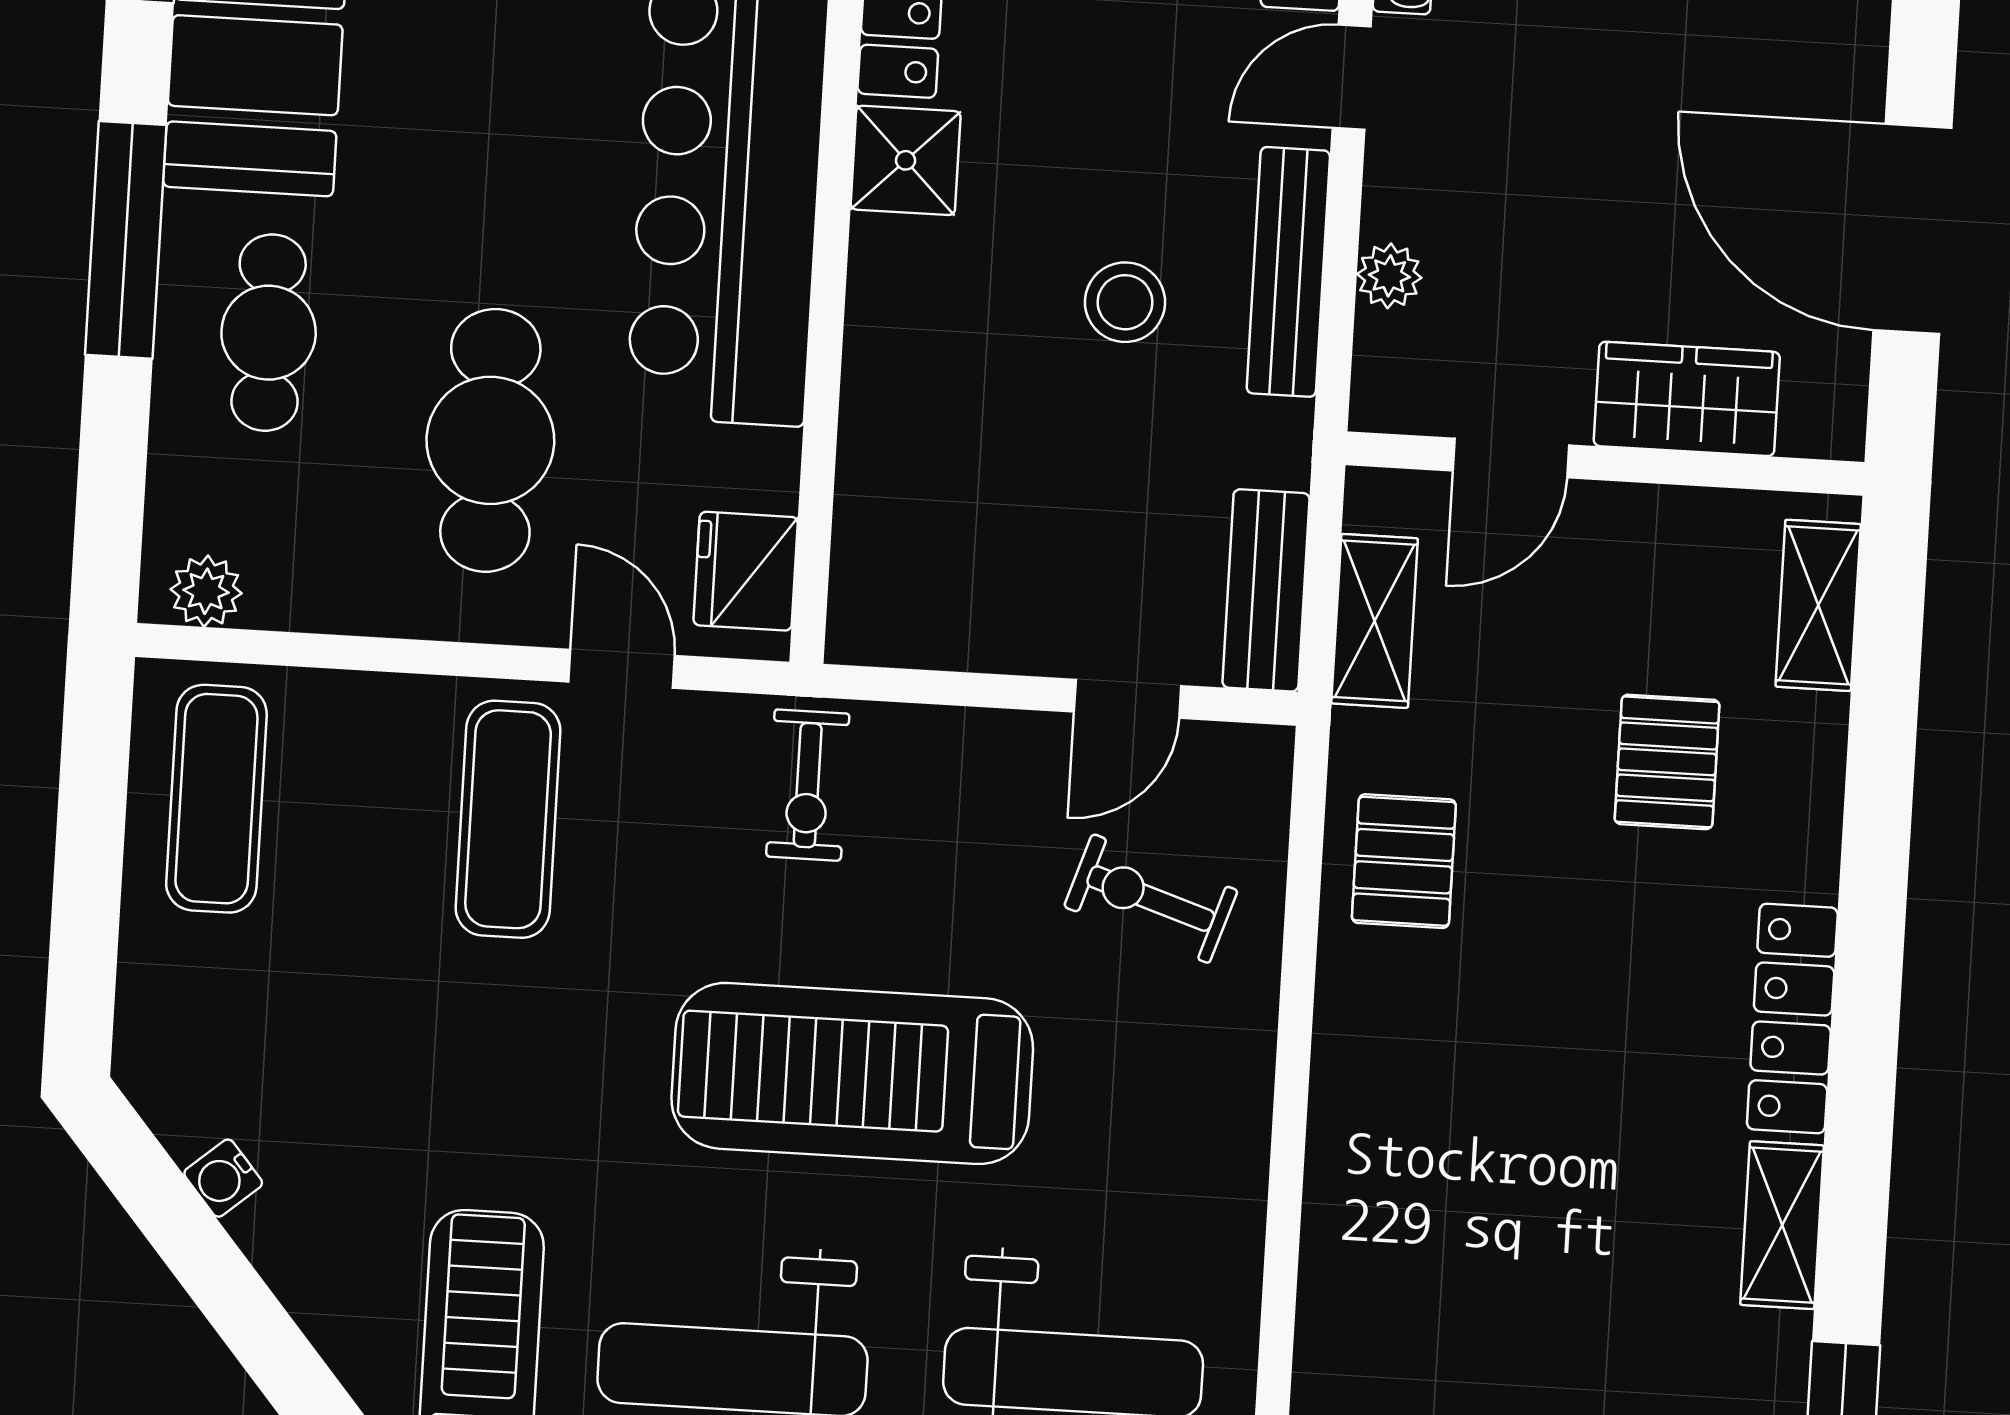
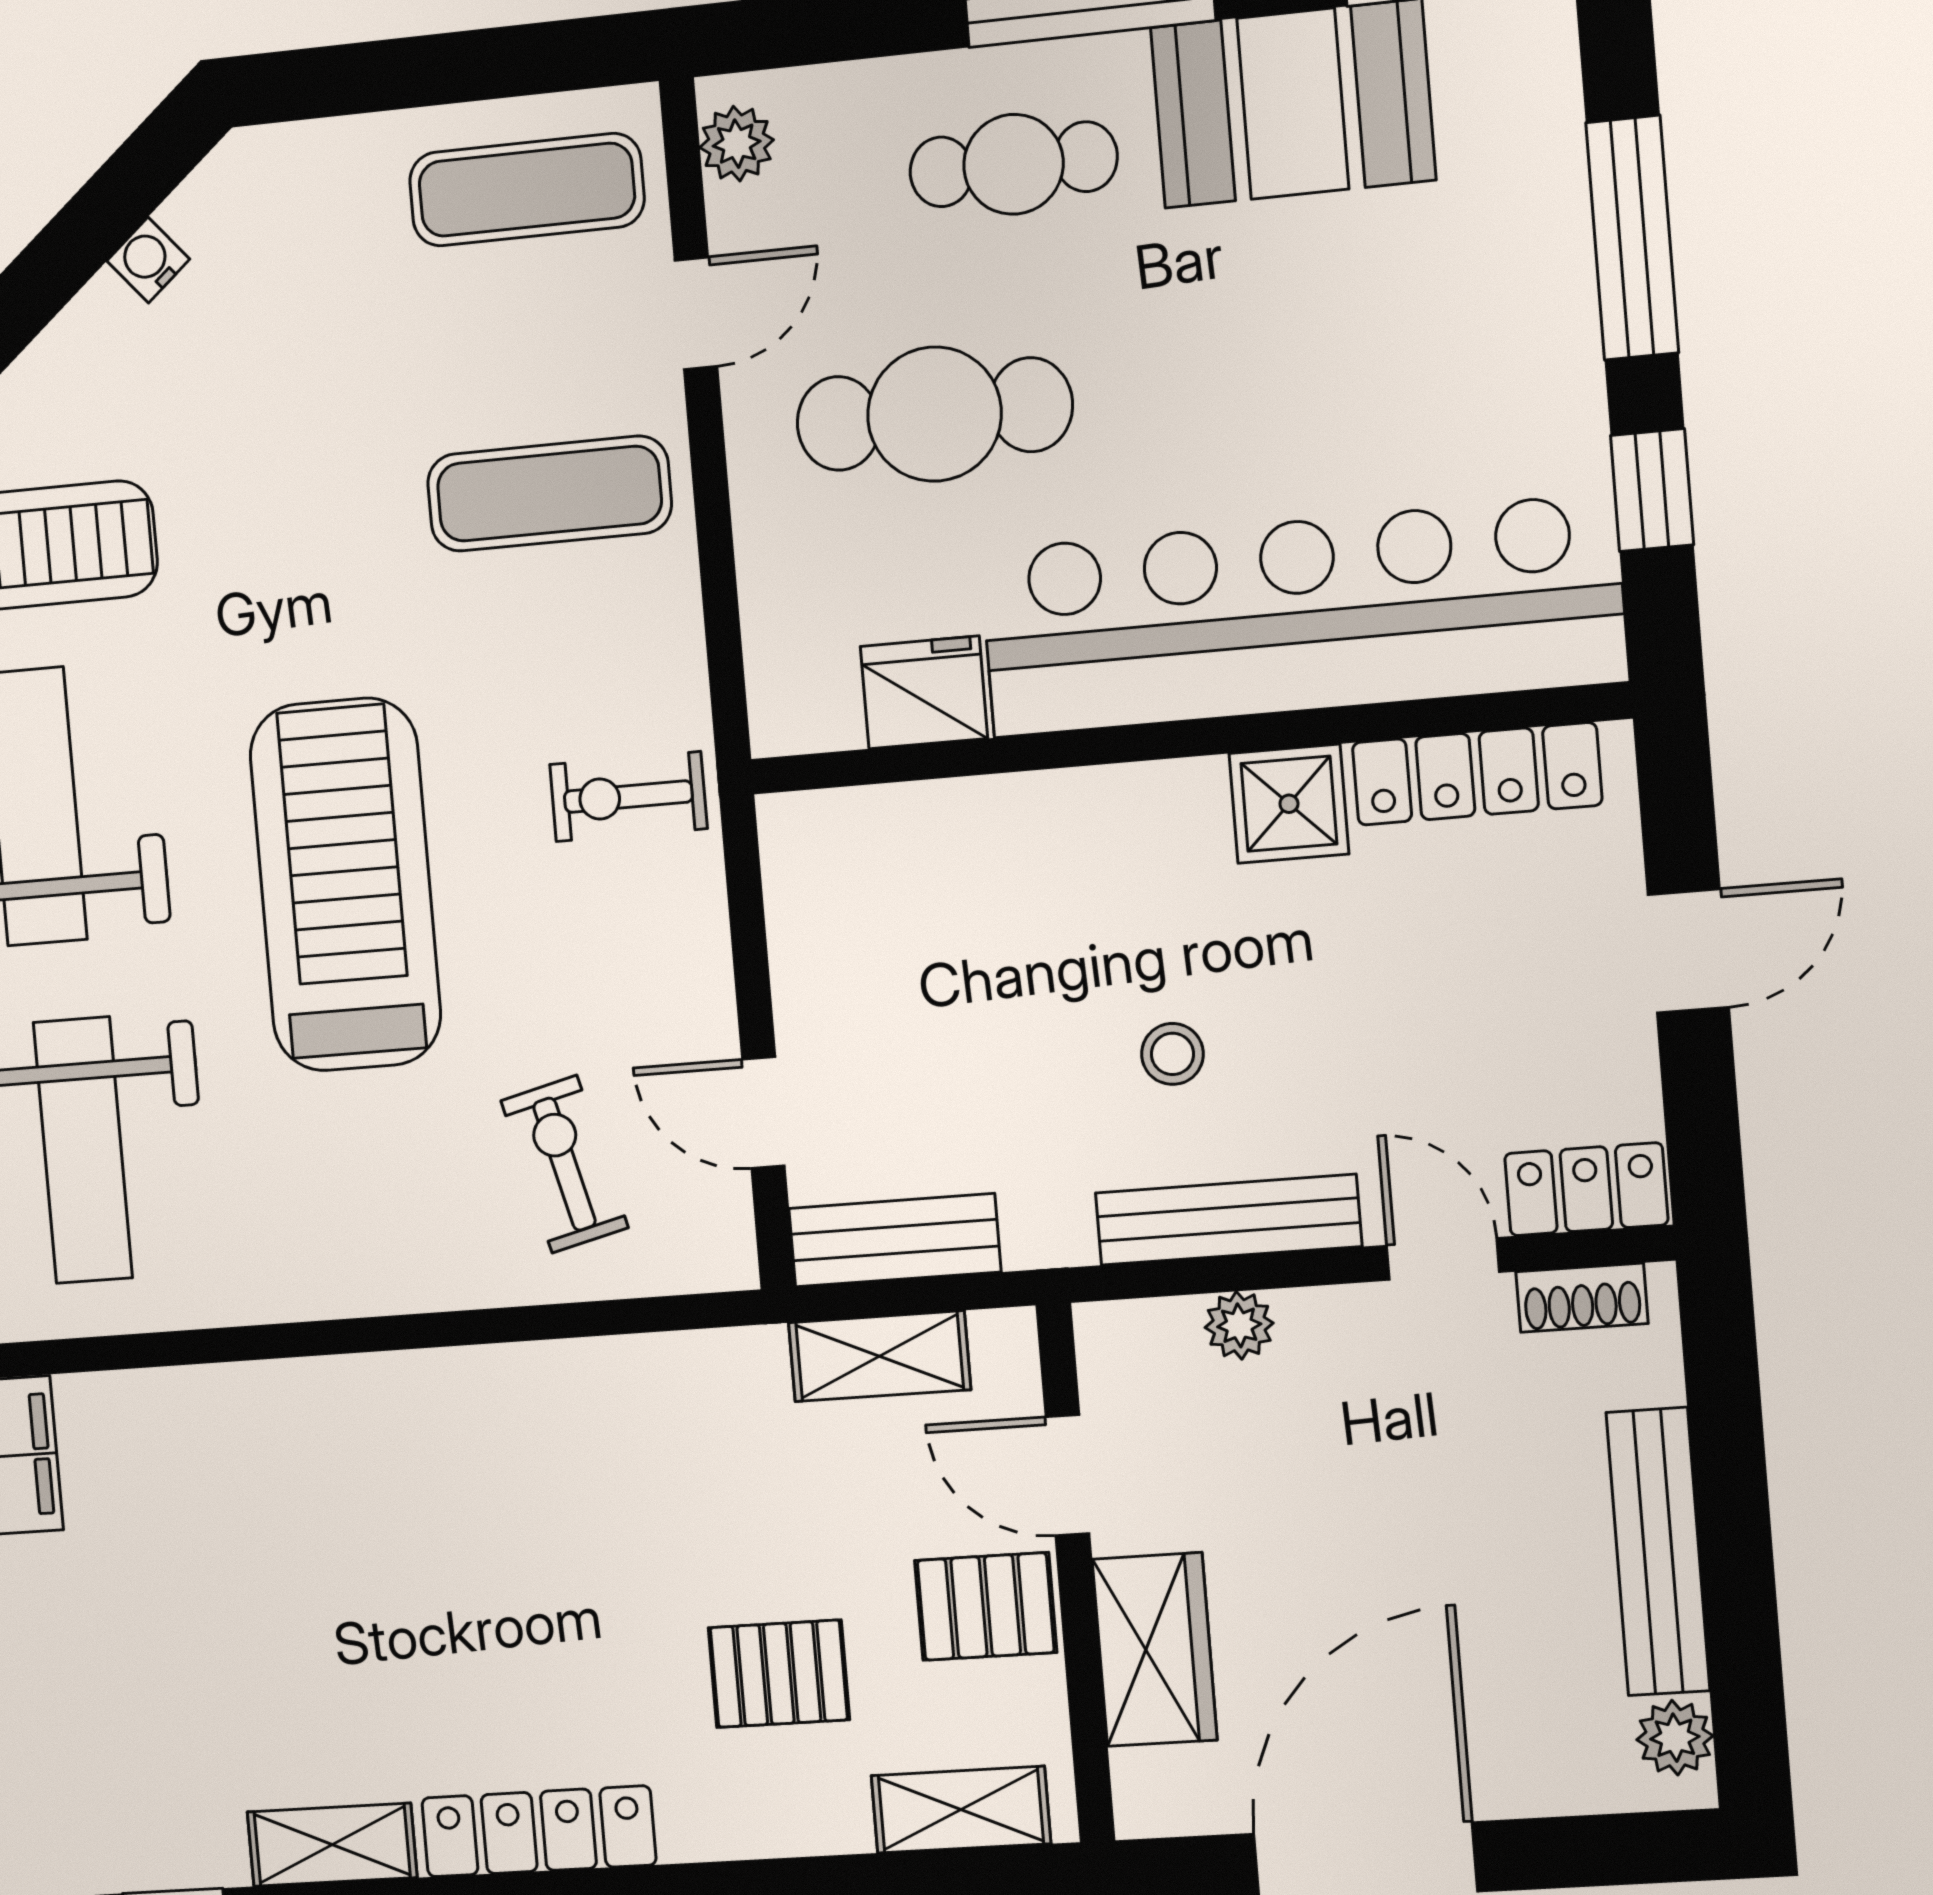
stool: (1125, 302) -> (1172, 1054), width x0.73, depth x0.73
fridge: (746, 571) -> (924, 692), moved
door: (622, 669) -> (696, 313), moved
pallet: (1404, 861) -> (986, 1606), moved
exercise bike: (1151, 899) -> (565, 1164), turned -32

